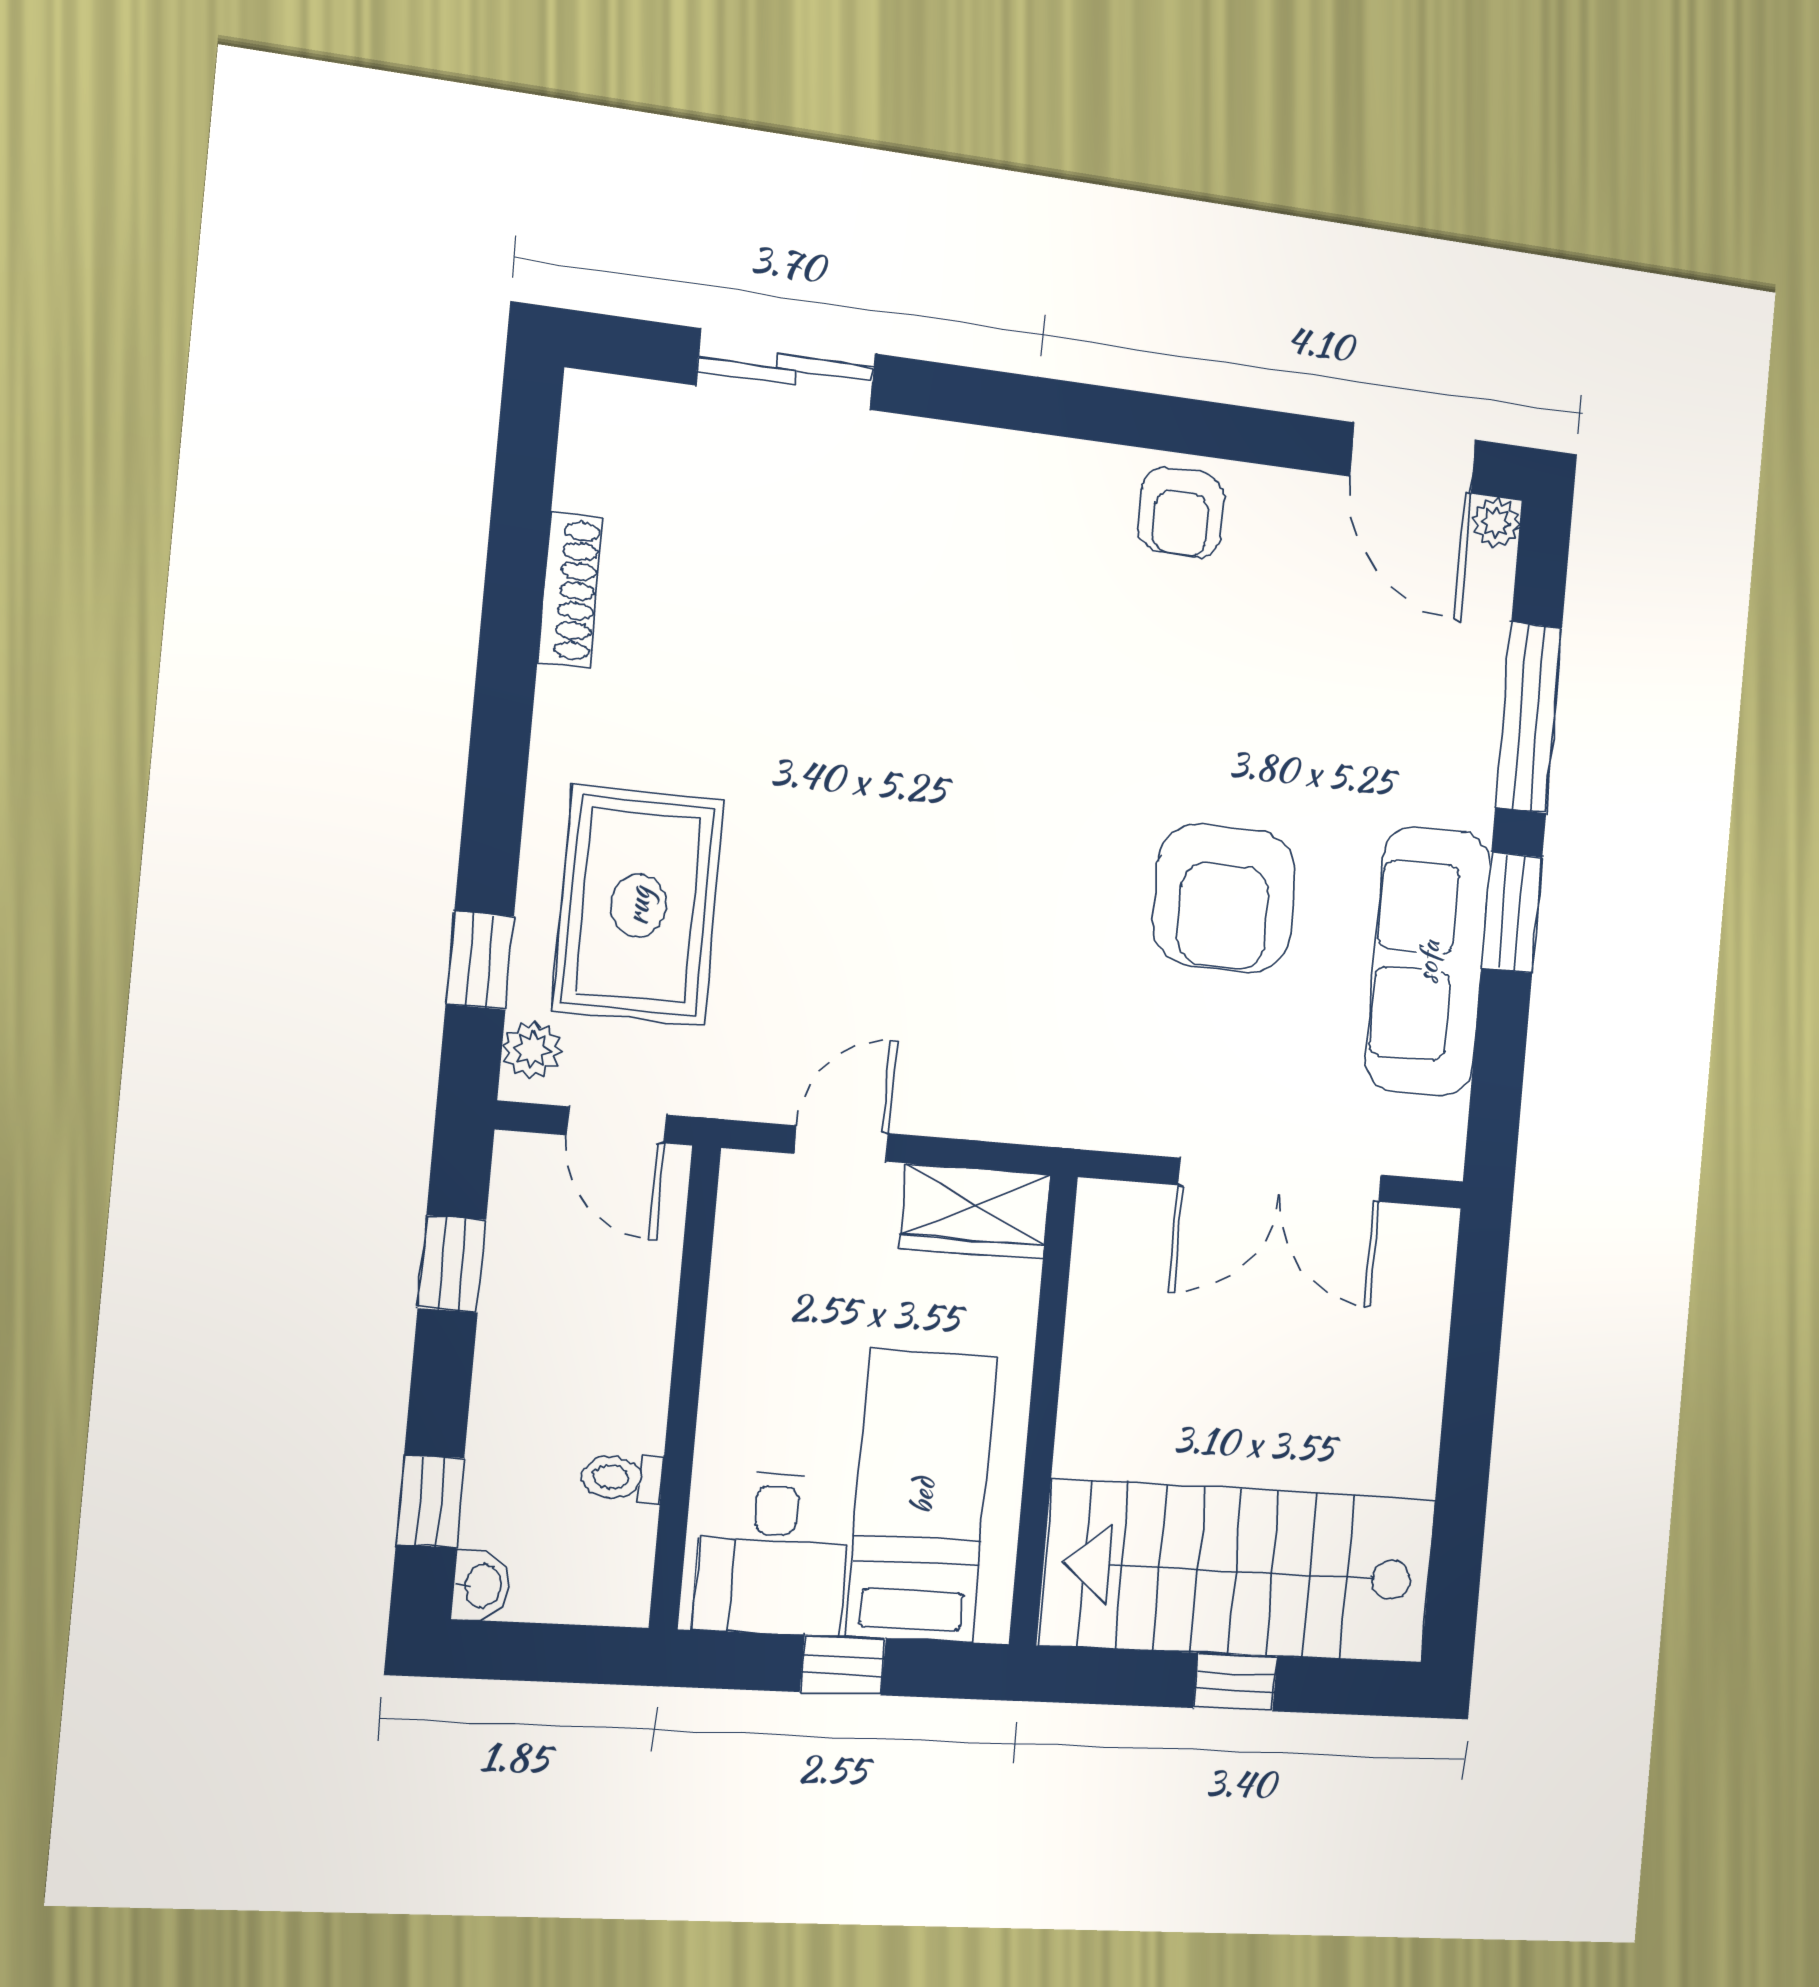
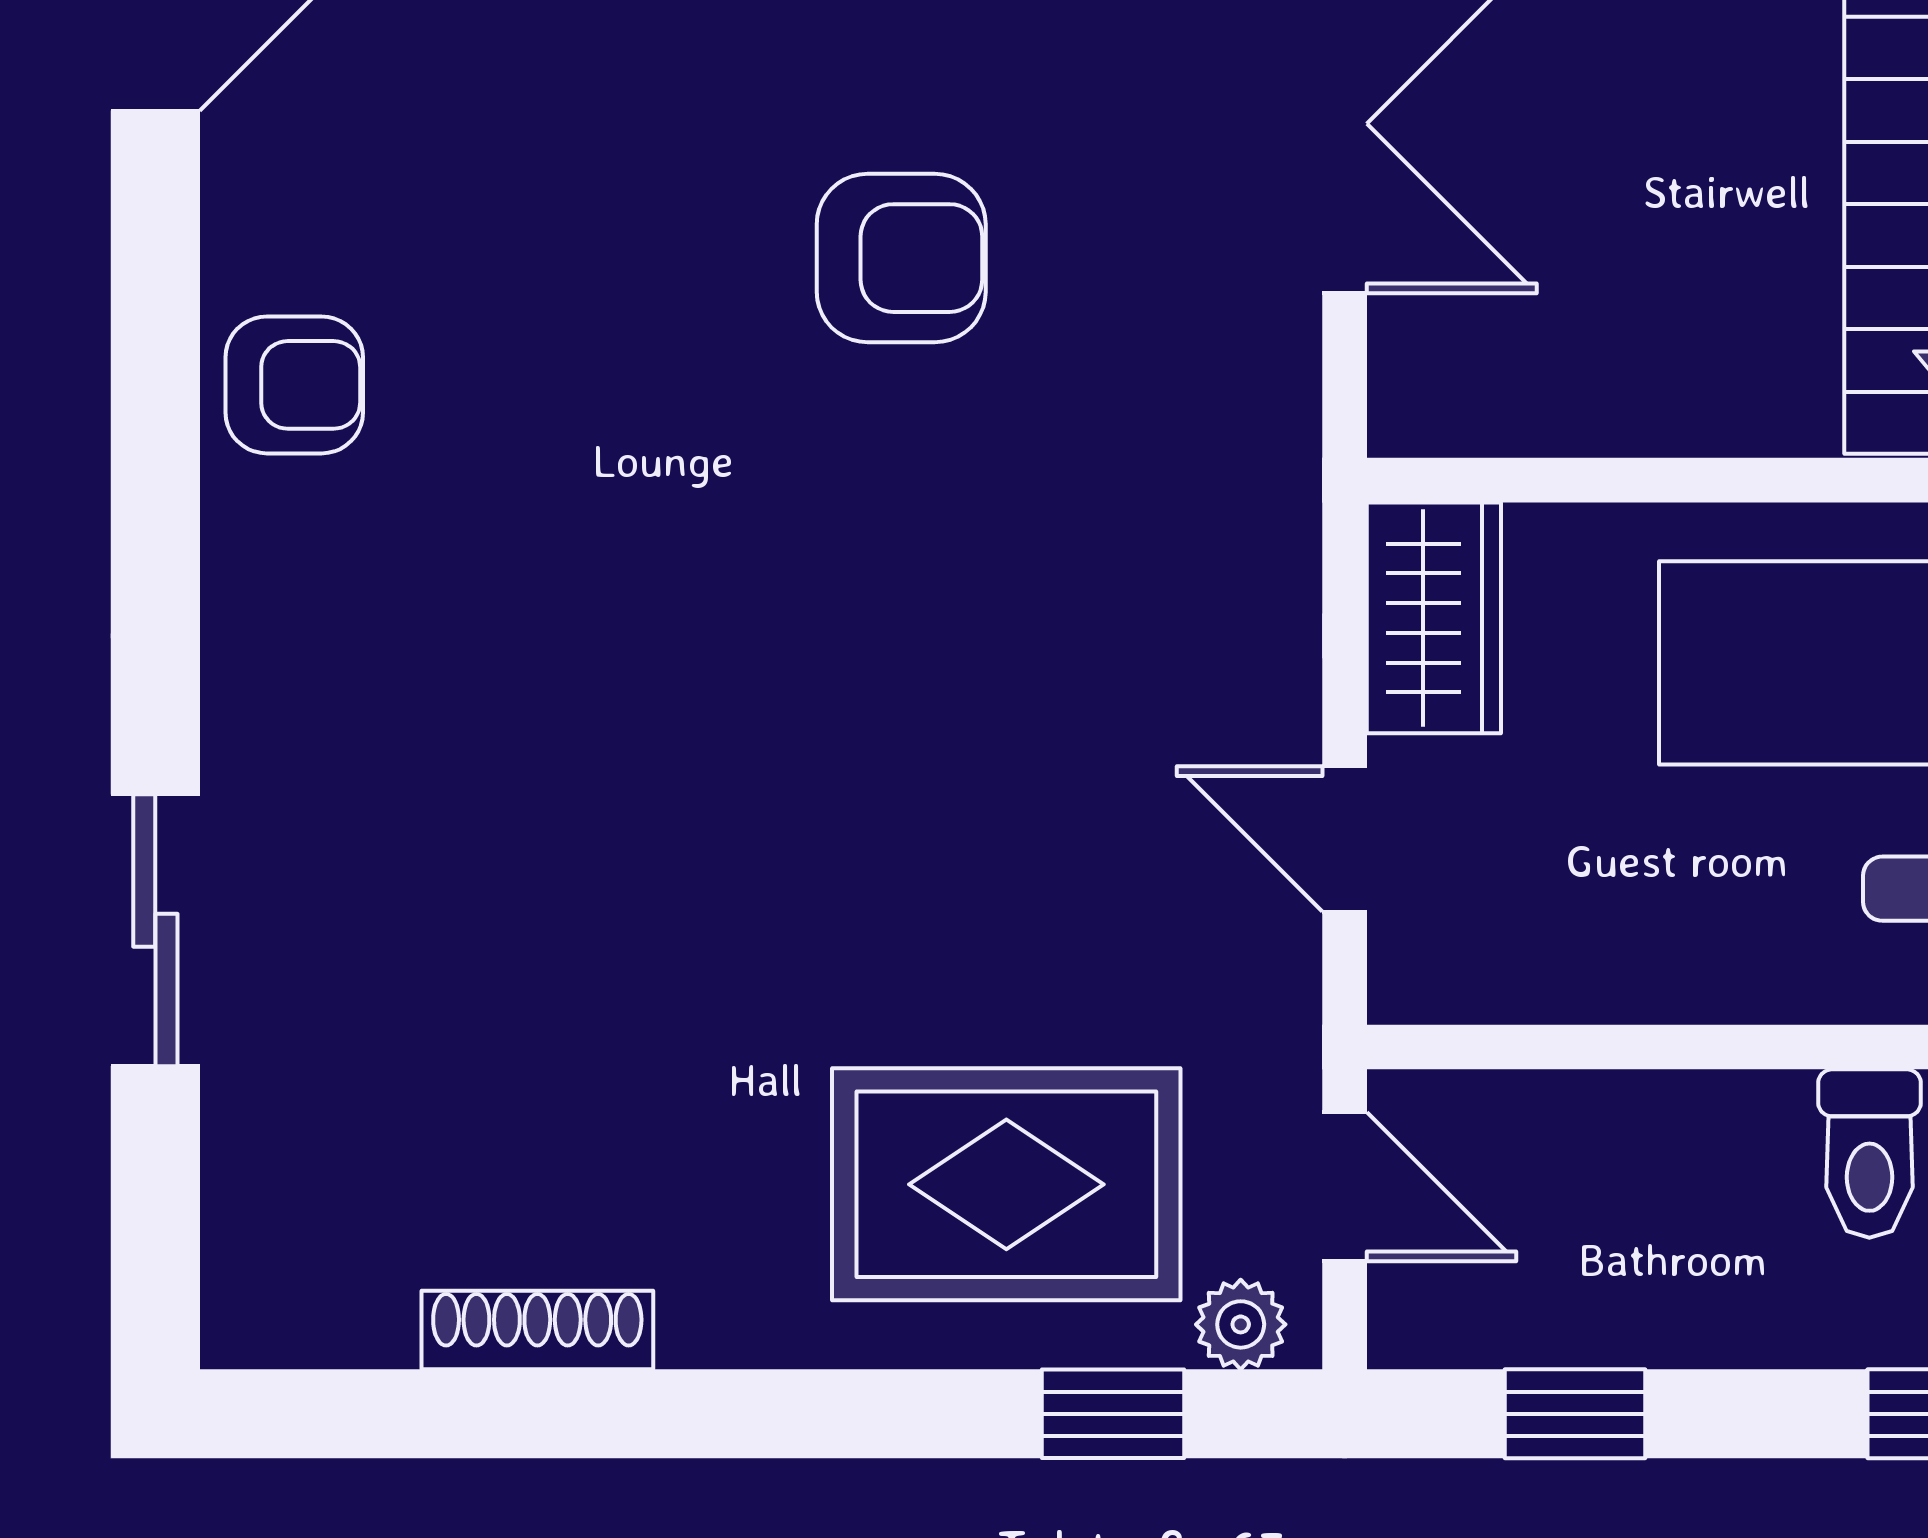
sliding door: (786, 369) -> (155, 930), moved
armchair: (1224, 898) -> (901, 258), width x0.73, depth x0.73
door: (617, 1125) -> (1345, 1187), hinge flipped
toilet: (622, 1478) -> (1869, 1154), width x1.37, depth x1.39

